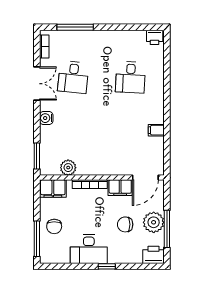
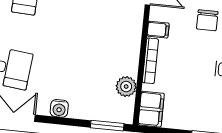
filing cabinet: (120, 188) -> (158, 30), width x0.50
chair: (54, 226) -> (200, 112), removed

